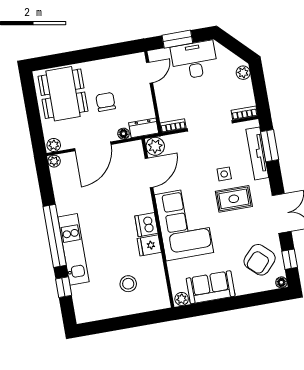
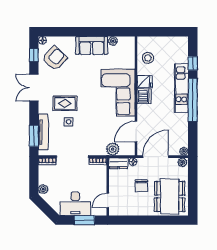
door: (149, 173) -> (136, 132), moved
wall: (158, 223) -> (136, 96), moved
corner sofa: (184, 224) -> (118, 92), moved
dishwasher: (146, 225) -> (144, 96), moved
fridge: (149, 245) -> (145, 82), moved

